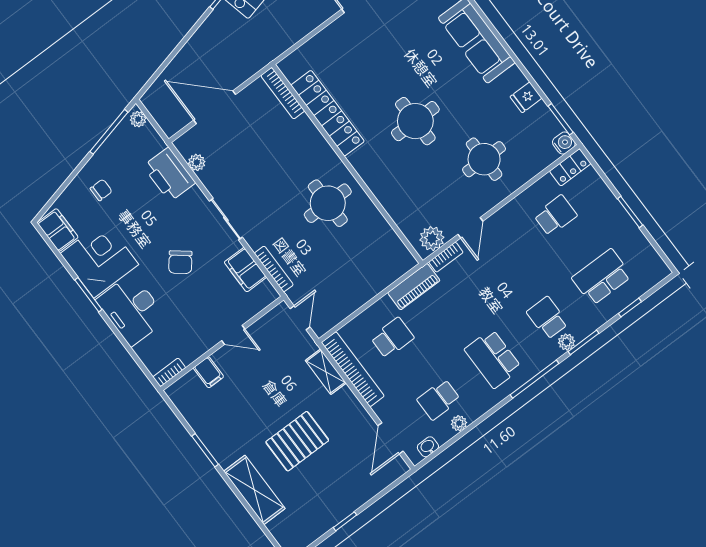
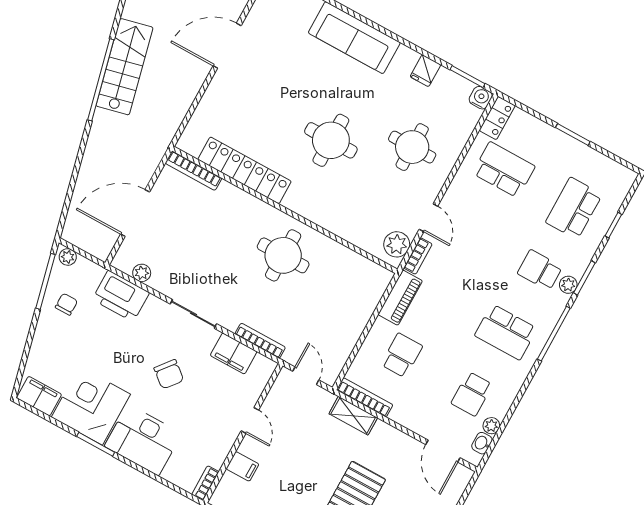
chair: (101, 190) -> (66, 304), moved
school desk: (555, 215) -> (504, 170), width x1.85
door: (233, 335) -> (250, 420), hinge flipped
bookcase: (353, 369) -> (365, 397), width x0.68, depth x0.76
plant: (459, 423) -> (491, 426), moved

